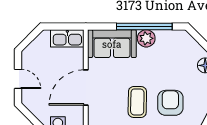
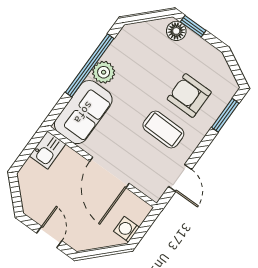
kitchen sink: (67, 38) -> (48, 150), width x0.73
door: (18, 79) -> (49, 237), hinge flipped

